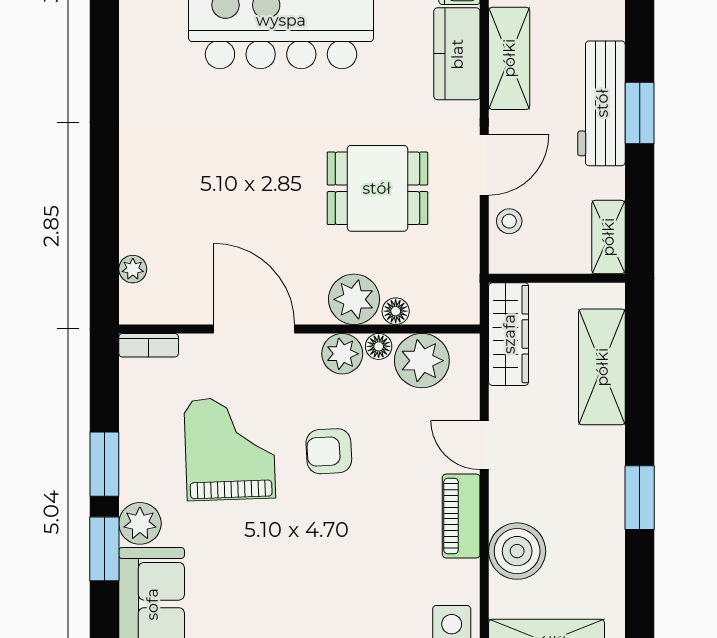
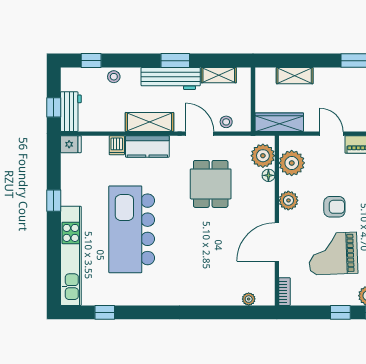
shelving: (608, 237) -> (219, 75), moved
plant: (354, 299) -> (263, 156), moved
floor lamp: (379, 346) -> (285, 183), removed
shelving: (602, 367) -> (295, 76), width x0.67, depth x0.75
door: (484, 445) -> (332, 134), swing flipped
armchair: (329, 451) -> (334, 207), turned -87
window: (104, 464) -> (340, 312), width x0.67

